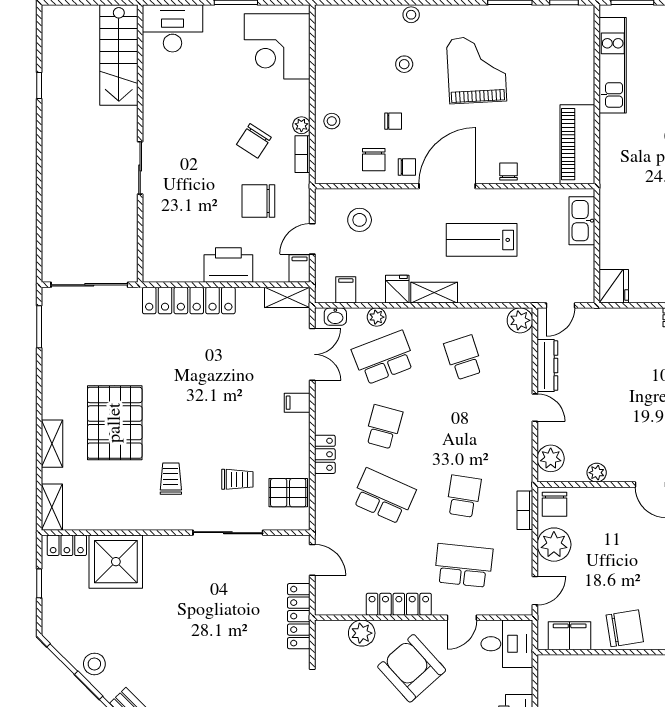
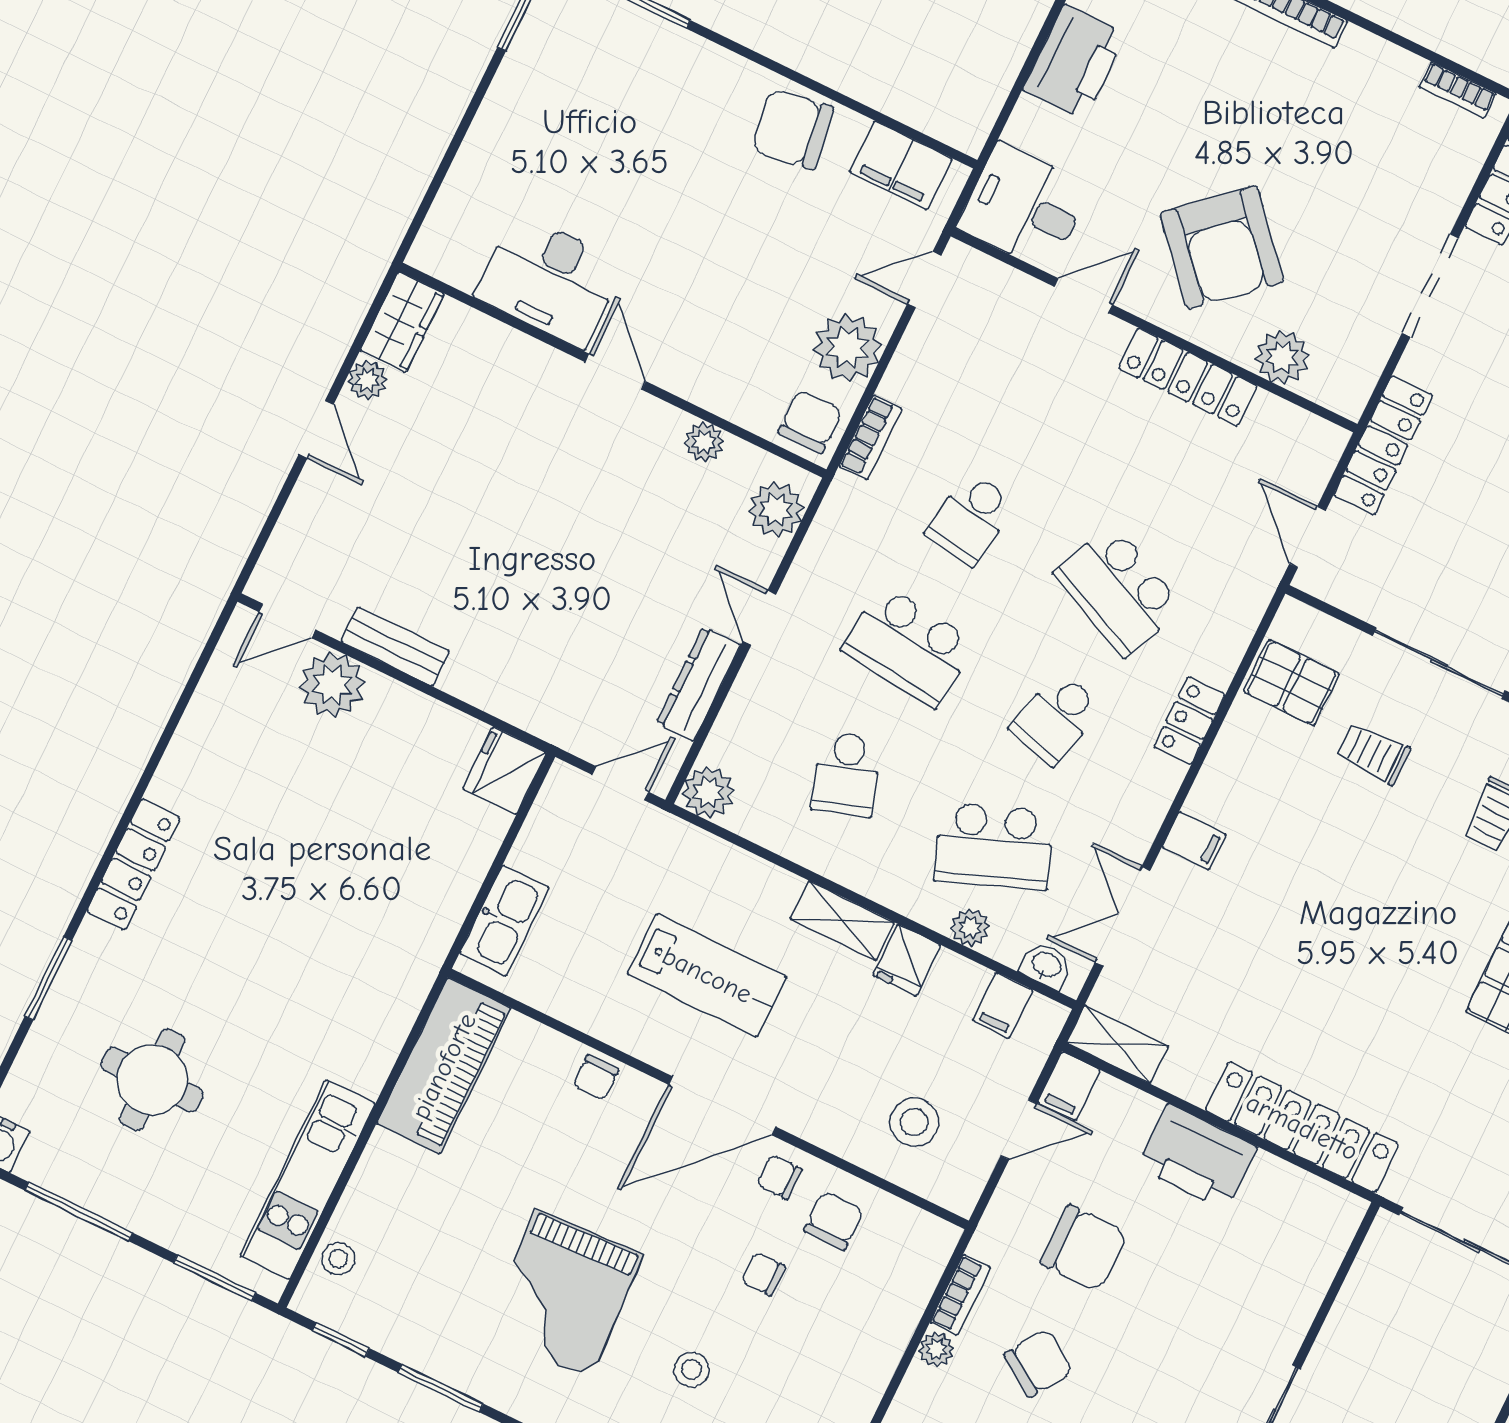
stool: (332, 121) -> (338, 1259), moved
school desk: (464, 565) -> (909, 646), moved

